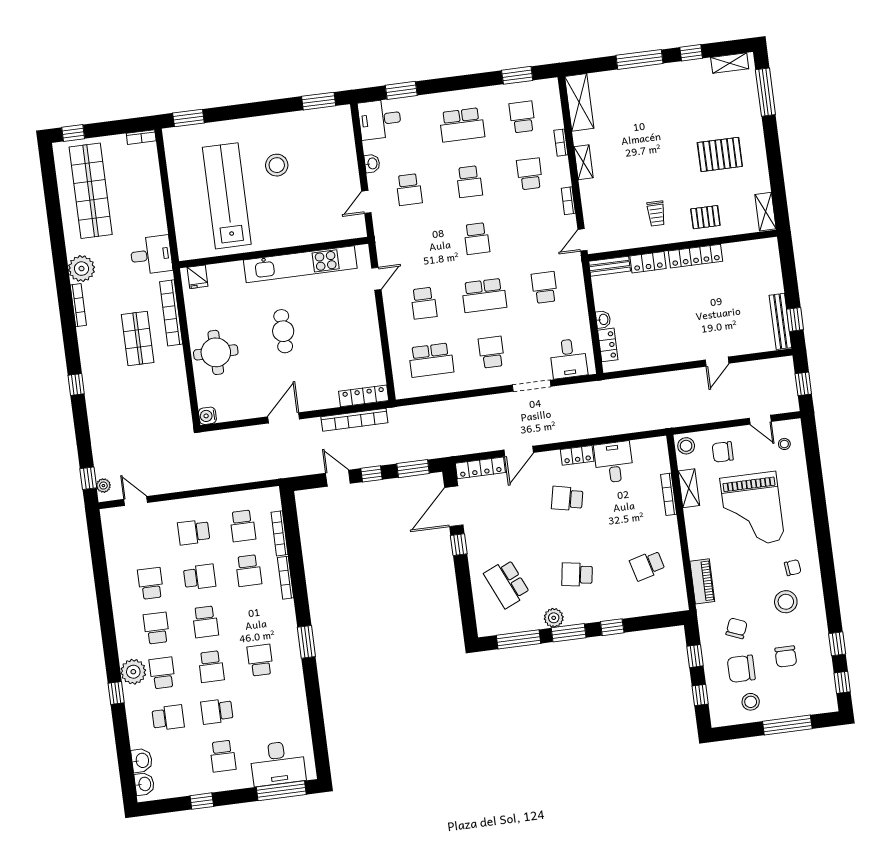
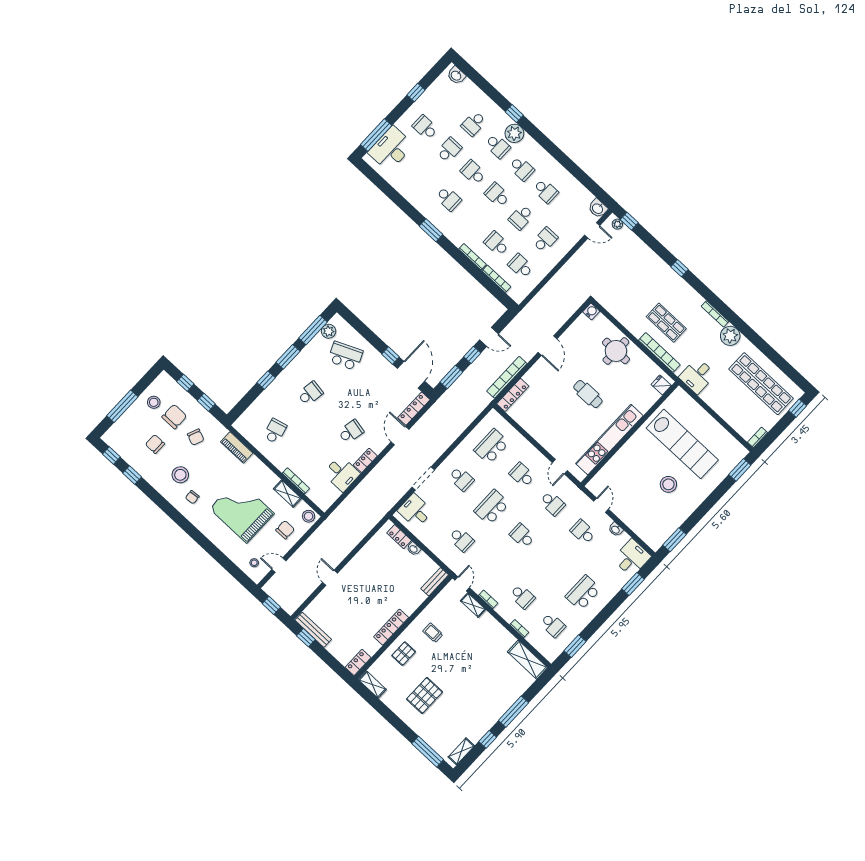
shelving: (584, 162) -> (473, 605), moved
school desk: (469, 182) -> (552, 503), moved, turned 180
locker: (648, 262) -> (358, 662), moved
plant: (554, 618) -> (329, 331), moved
washbasin: (142, 760) -> (598, 208), moved

